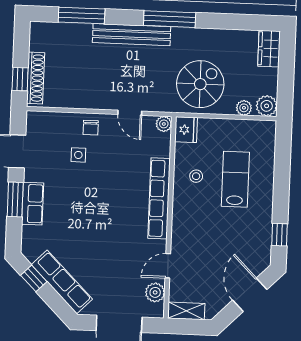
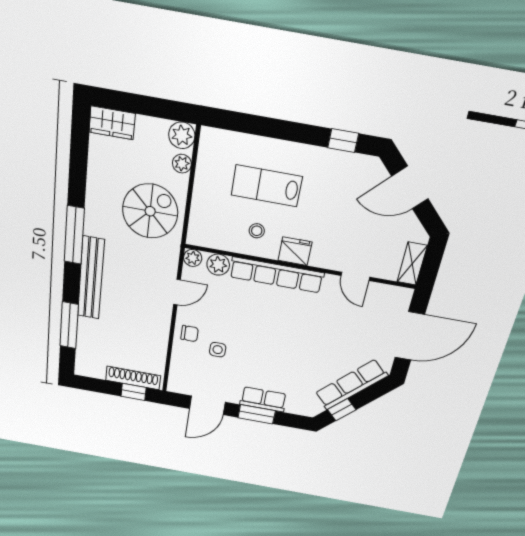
spiral stairs: (200, 84) -> (150, 211), turned 90
fridge: (186, 130) -> (295, 251), moved
plant: (155, 292) -> (218, 265), moved

